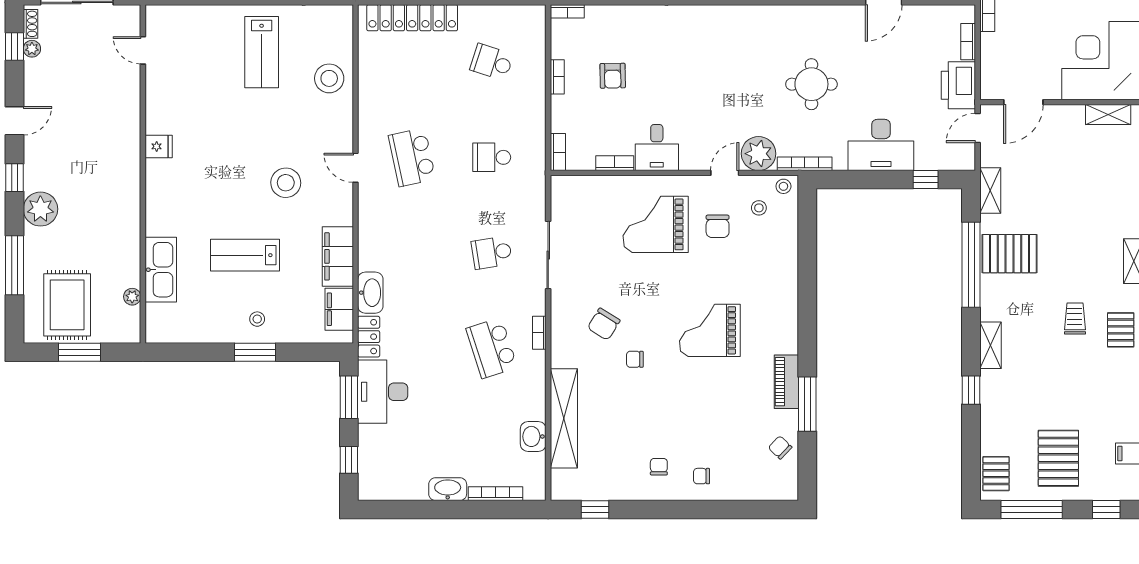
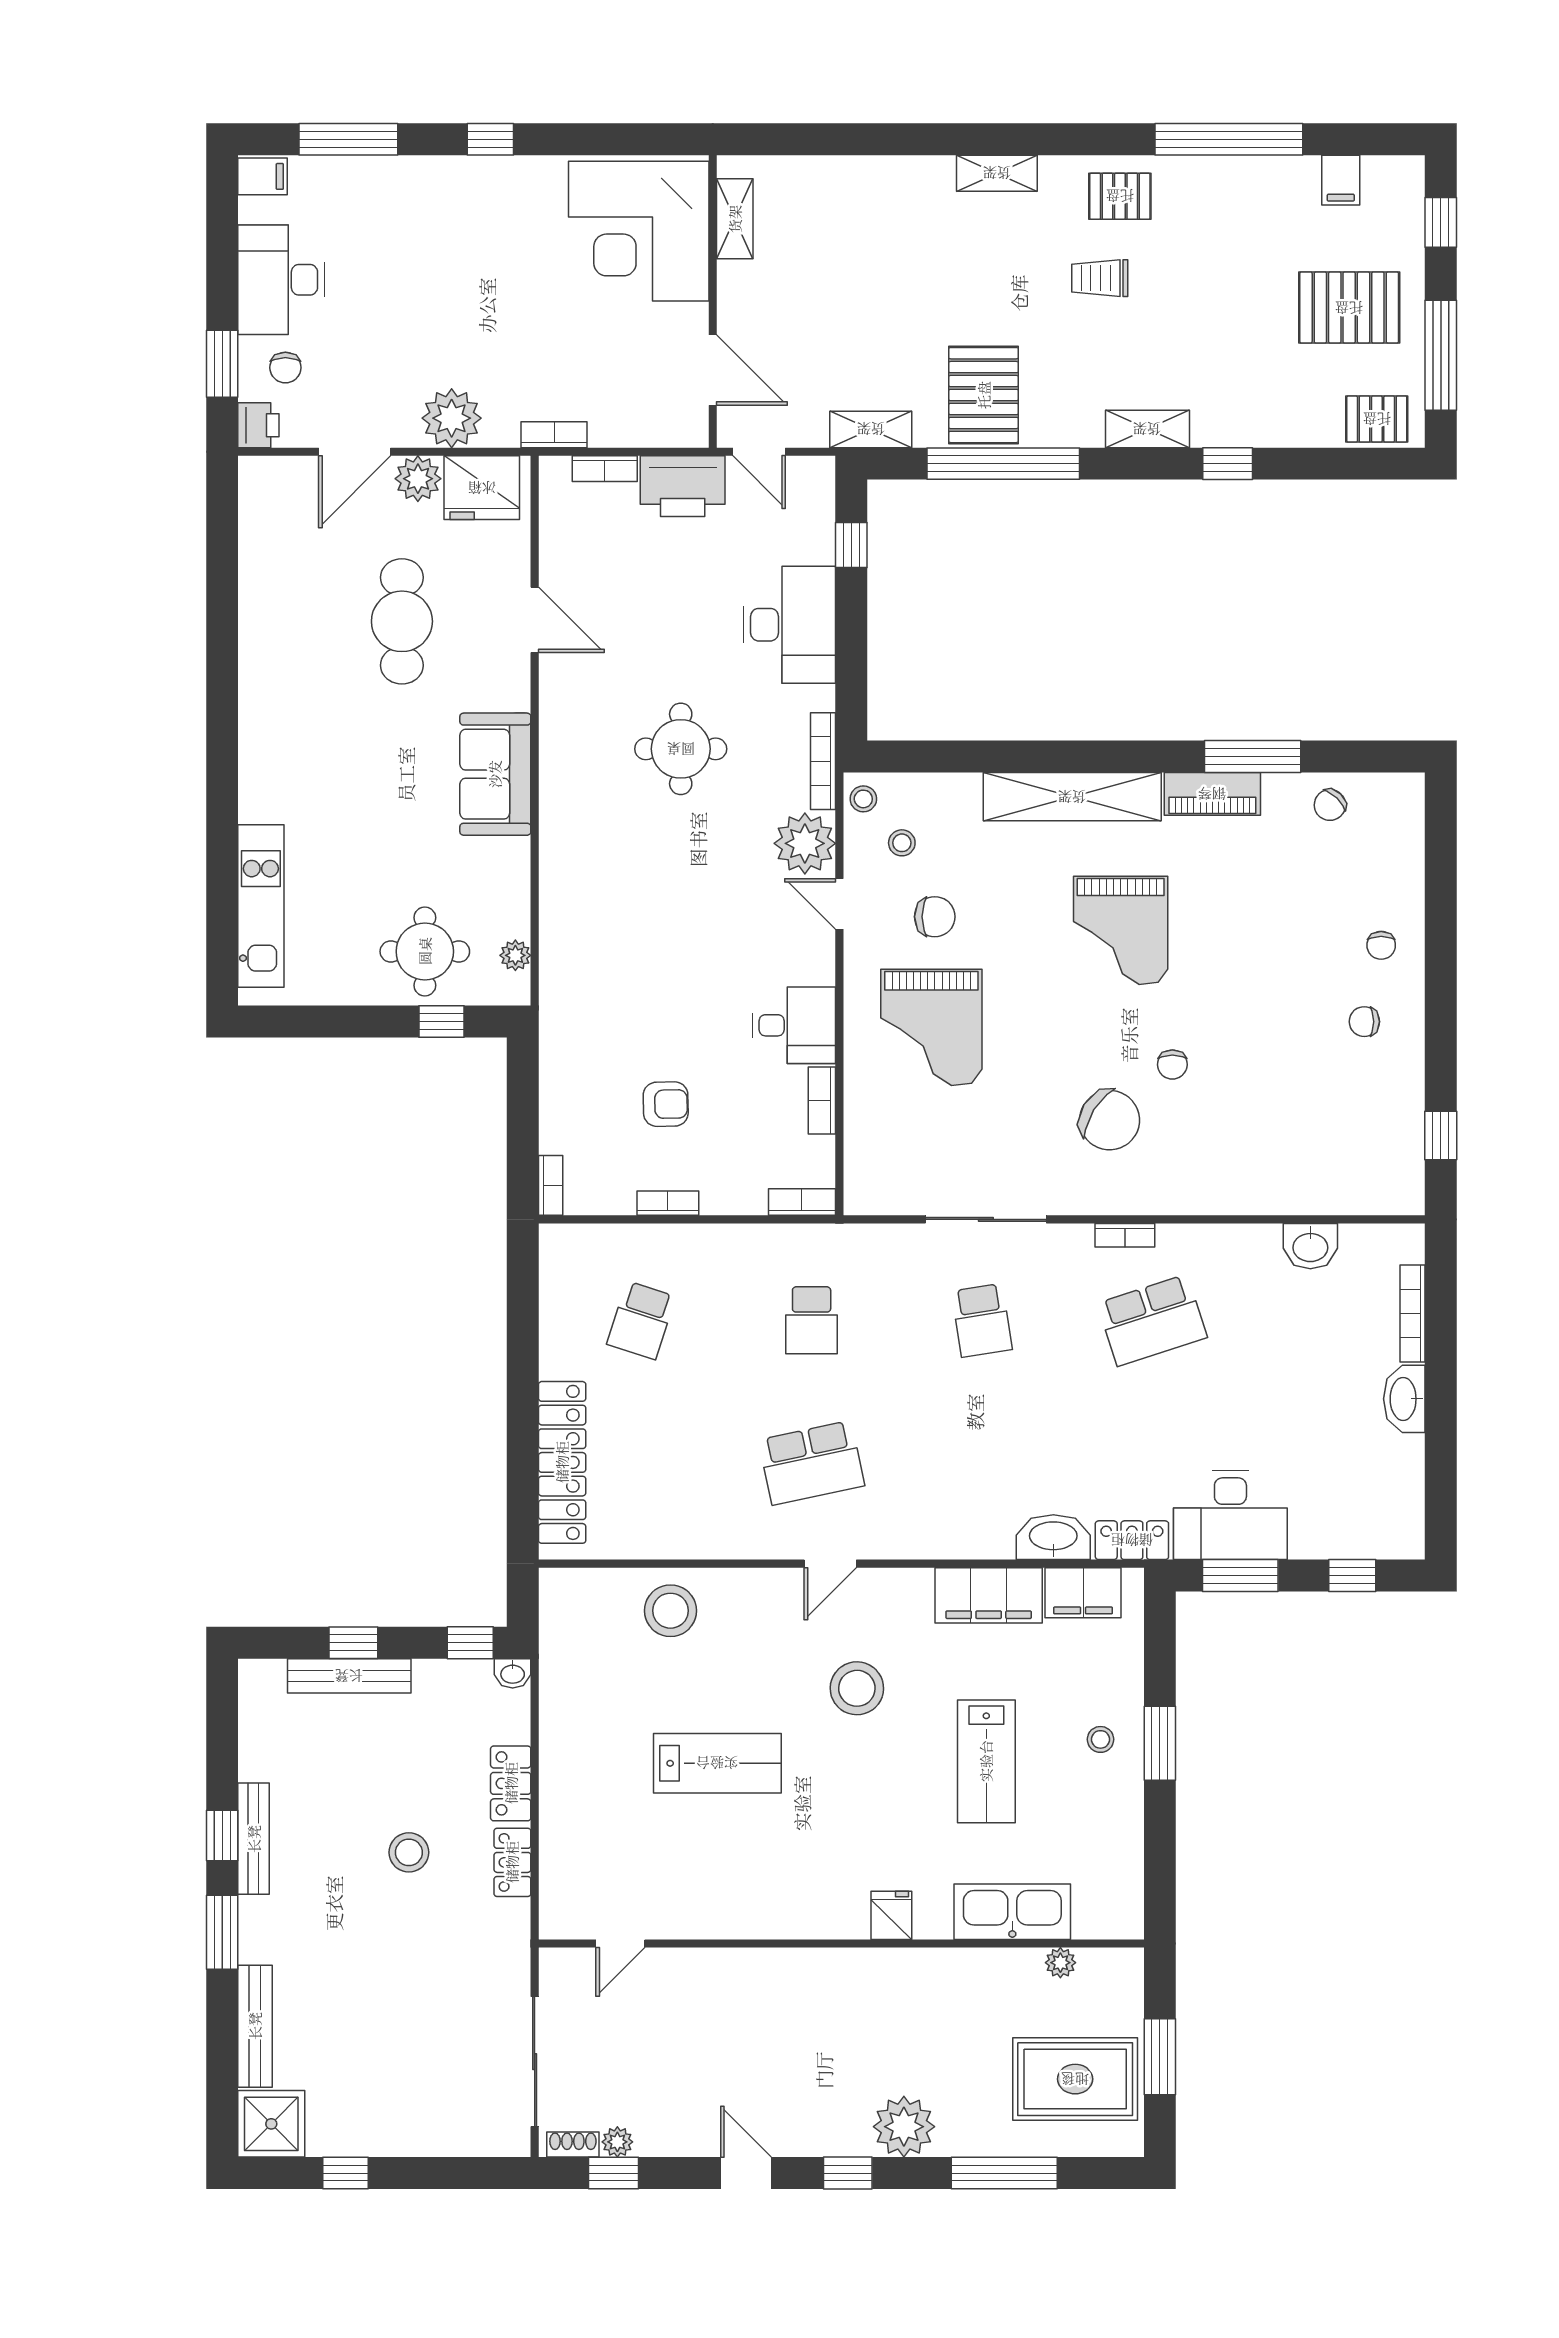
lab bench: (262, 52) -> (717, 1763), moved
fridge: (159, 146) -> (891, 1915), moved
chair: (604, 324) -> (1110, 1120), width x1.37, depth x1.37
shelving: (564, 418) -> (1072, 797), moved

